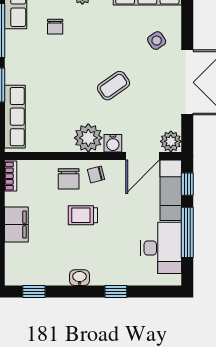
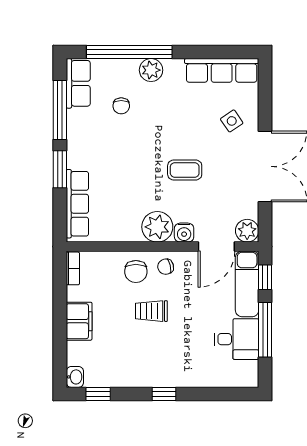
coffee table: (113, 86) -> (185, 170), turned 35
desk: (161, 248) -> (237, 339), width x0.73
washbasin: (79, 278) -> (75, 377), moved, turned 90
window: (116, 291) -> (164, 394), moved

